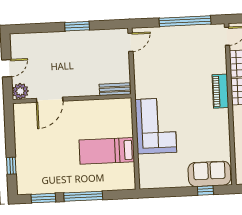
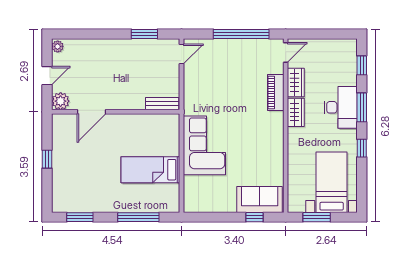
window: (77, 26) -> (144, 34), moved
plant: (15, 41) -> (58, 46), added
piano: (220, 91) -> (276, 93), moved
window: (11, 166) -> (47, 159), moved
window: (83, 196) -> (138, 217), moved

